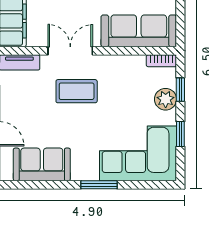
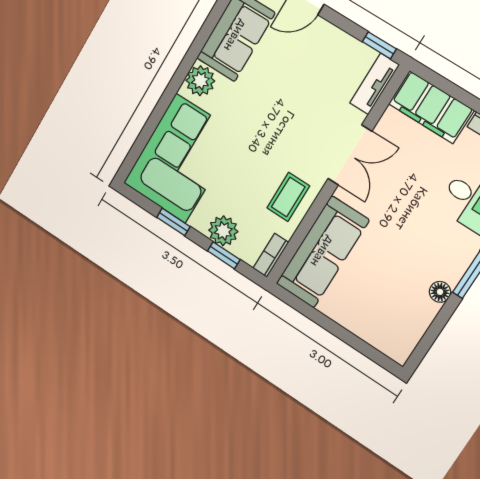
coffee table: (77, 91) -> (288, 197), moved, width x0.73, depth x0.77
plant: (83, 170) -> (200, 81), added
window: (99, 185) -> (172, 89), removed

